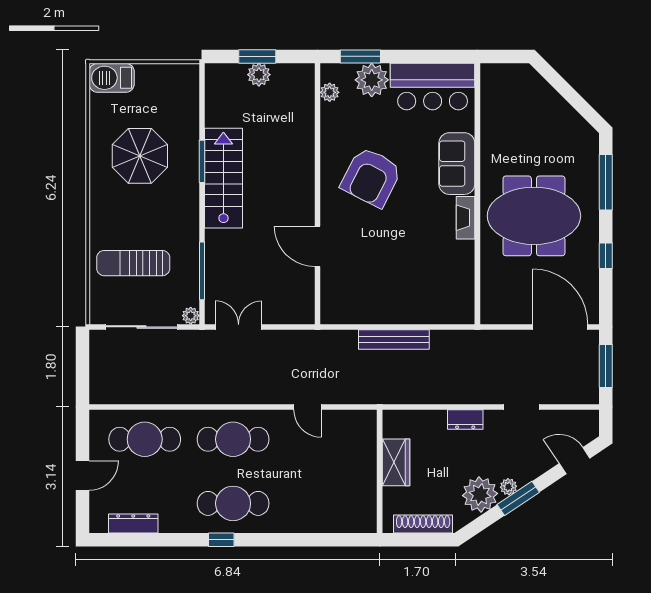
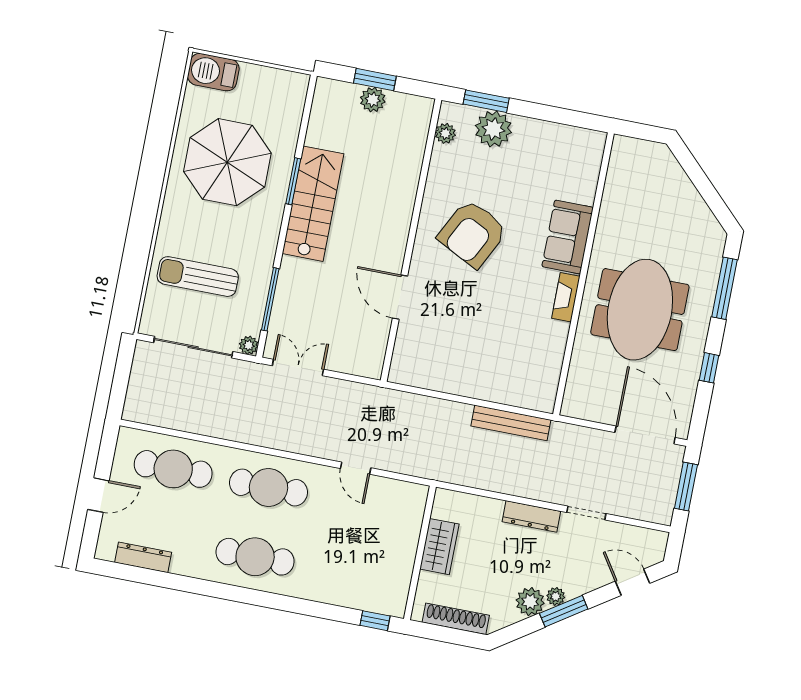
bar counter: (433, 87) -> (558, 149), removed
parasol: (140, 156) -> (227, 162), width x1.36, depth x1.36
meeting table: (534, 216) -> (640, 310), turned 90
bench: (394, 339) -> (511, 423), moved
dresser: (465, 419) -> (531, 516), width x1.44
plant: (480, 494) -> (530, 602), width x0.73, depth x0.73
window: (221, 540) -> (375, 621), moved

